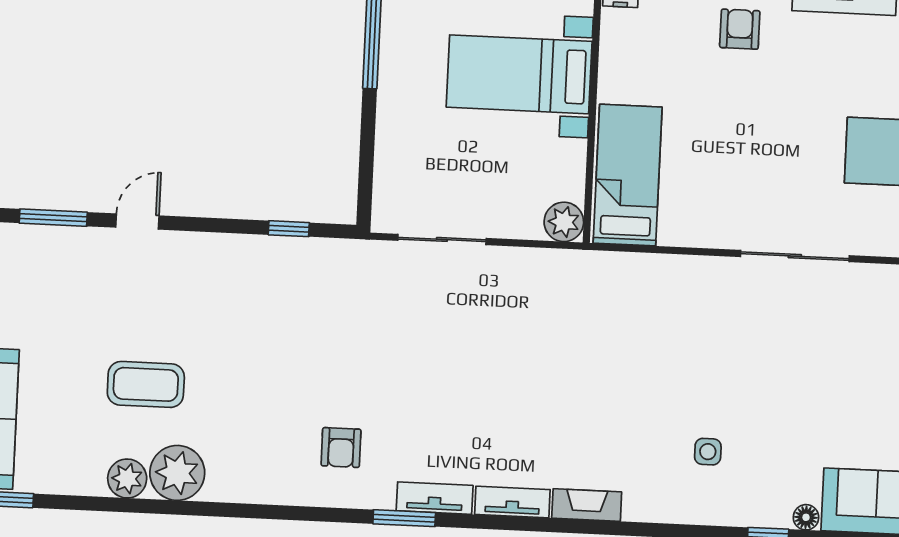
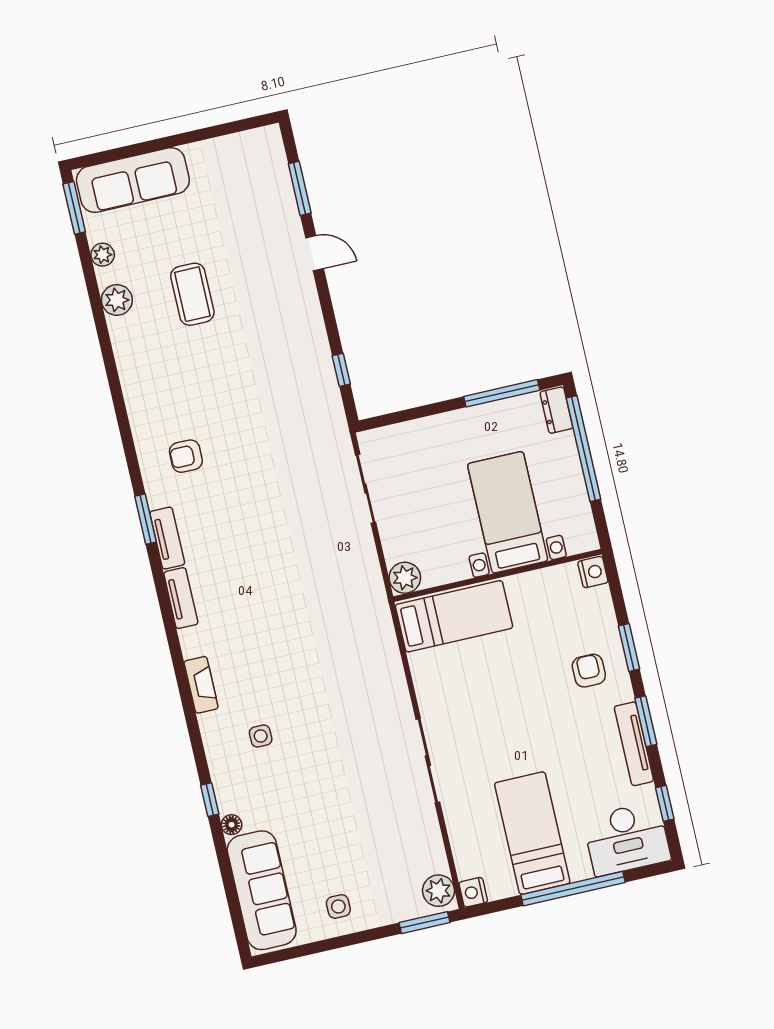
armchair: (740, 29) -> (589, 671), turned -90
plant: (177, 473) -> (103, 255), moved, width x0.53, depth x0.53
fireplace: (587, 505) -> (201, 685), moved

